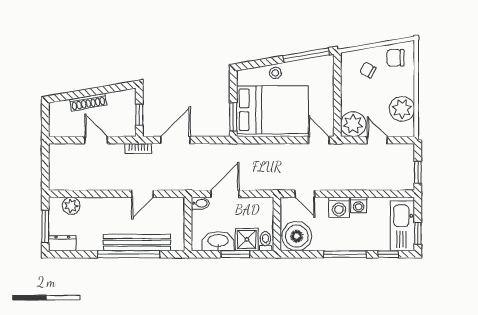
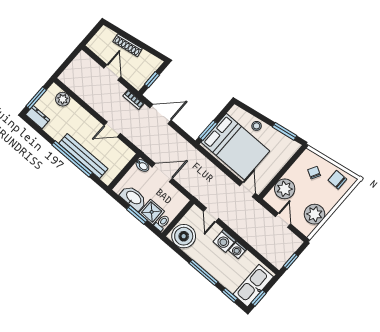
window: (306, 55) -> (285, 131), width x0.69
plant: (353, 124) -> (285, 189), moved

